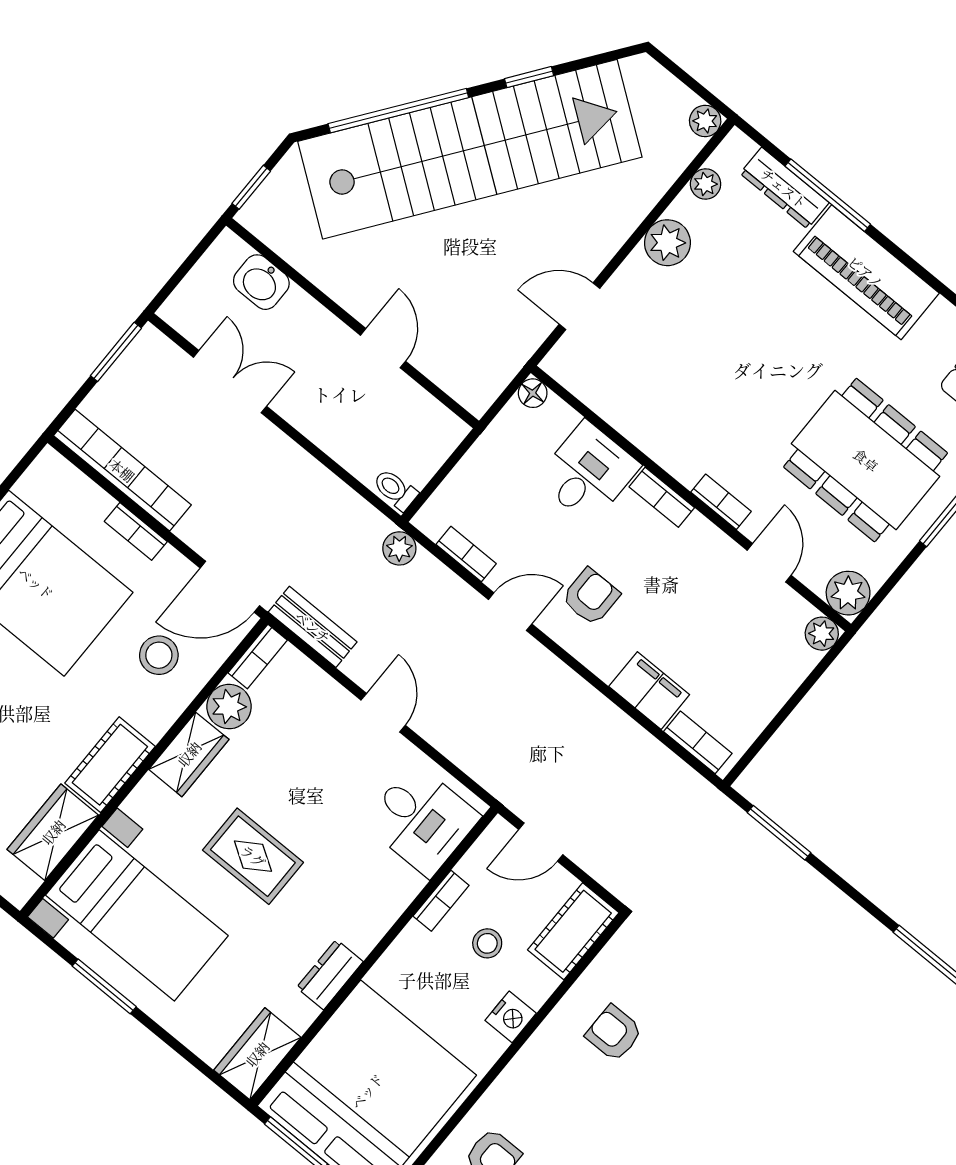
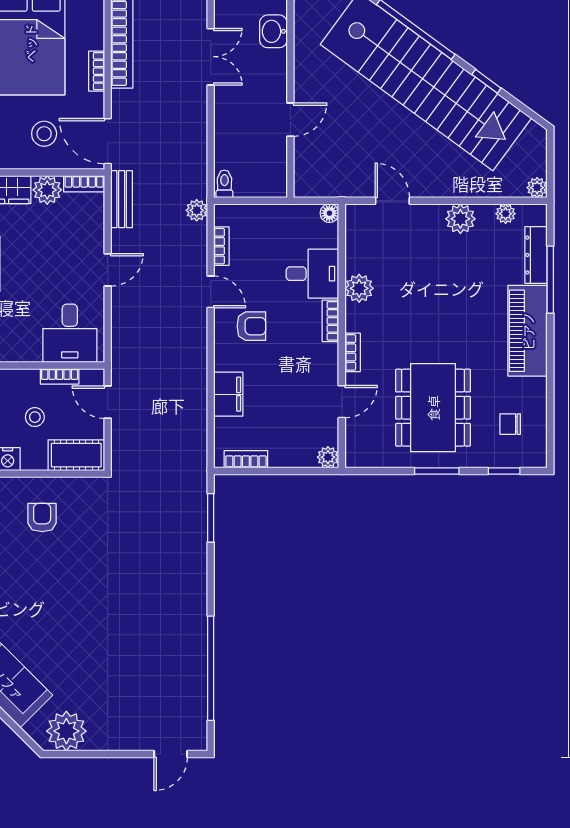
plant: (848, 593) -> (359, 288), moved
bookcase: (698, 742) -> (246, 459), moved, turned -90
bookcase: (441, 901) -> (60, 376), moved

